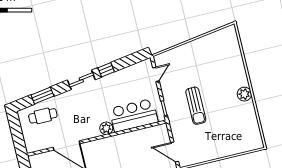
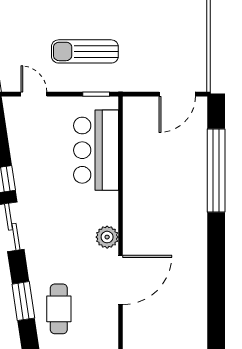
sun lounger: (196, 106) -> (85, 51), moved, turned 180
plant: (106, 128) -> (107, 237), moved

